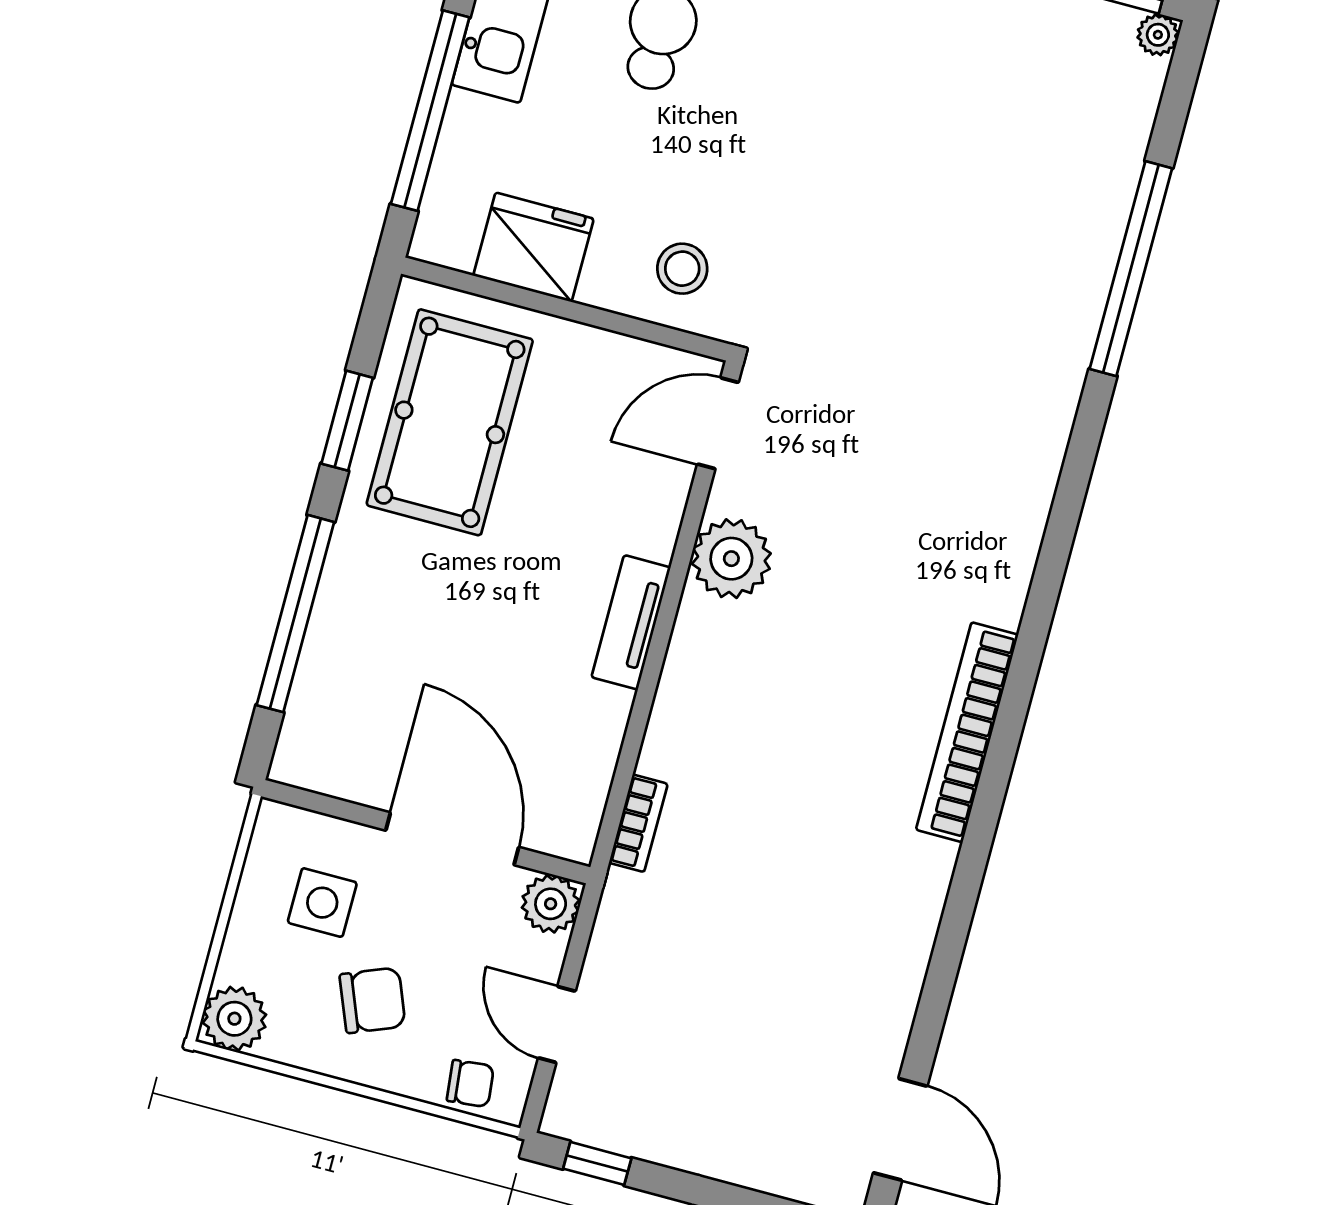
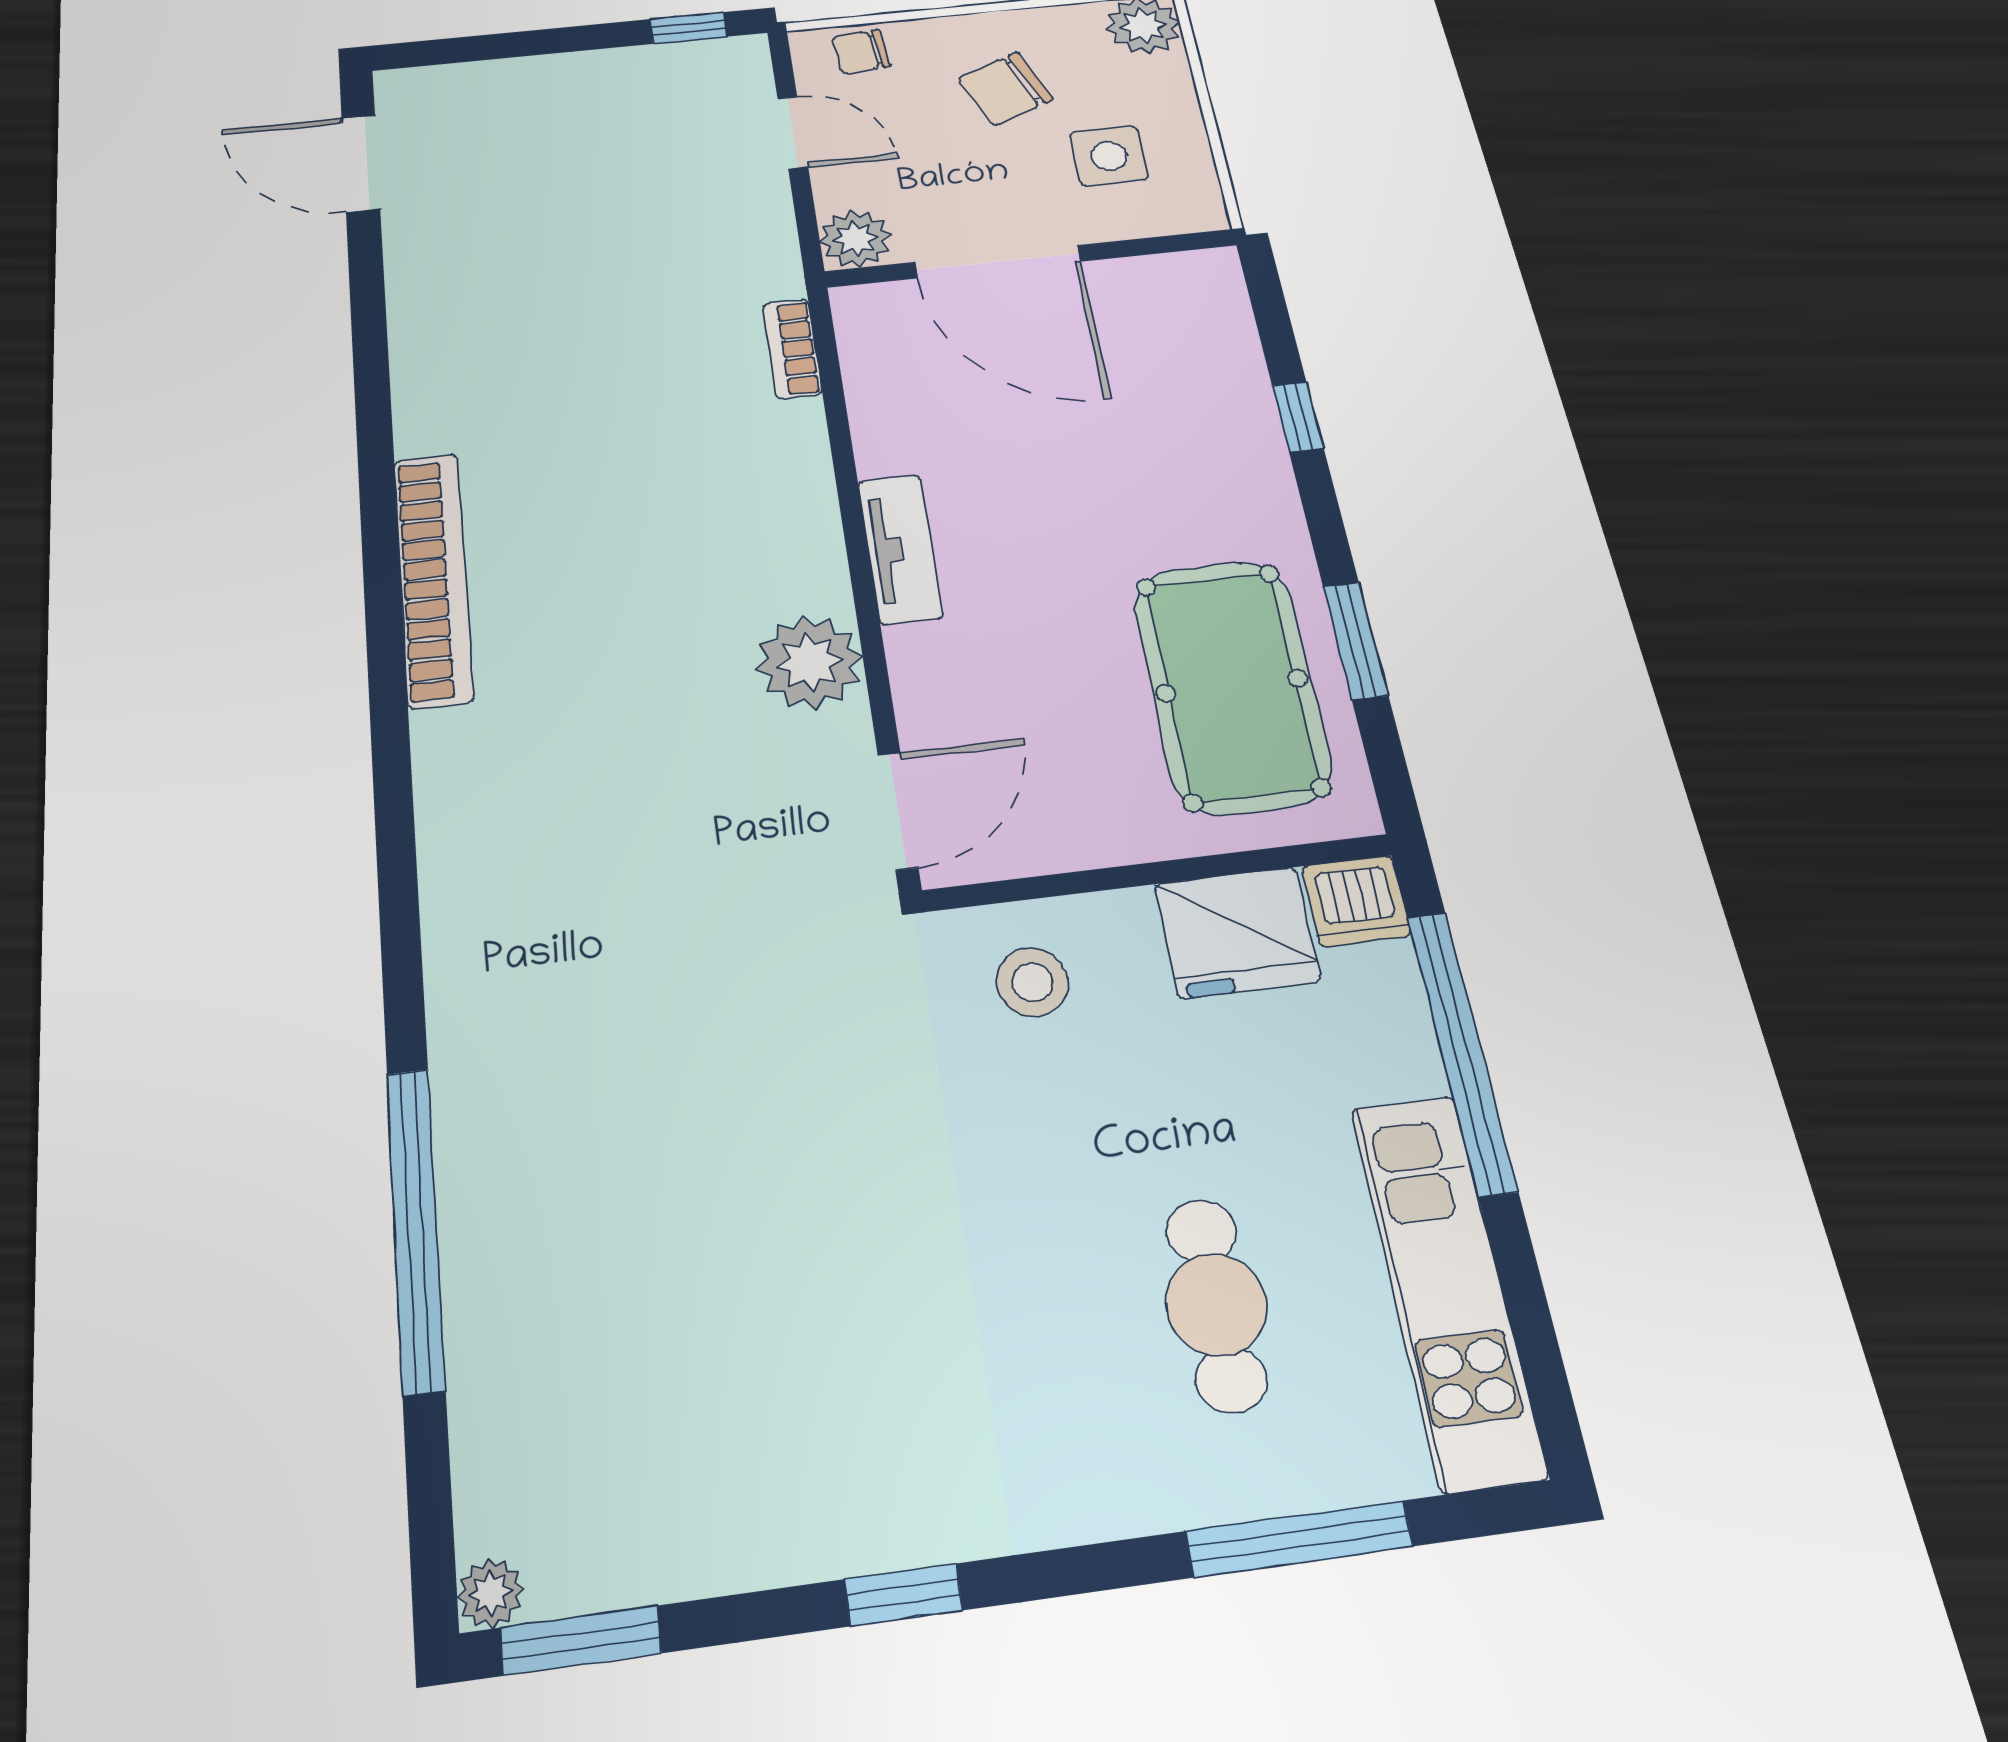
dishwasher: (445, 236) -> (1356, 901), added
window: (295, 614) -> (1298, 417), width x0.32

